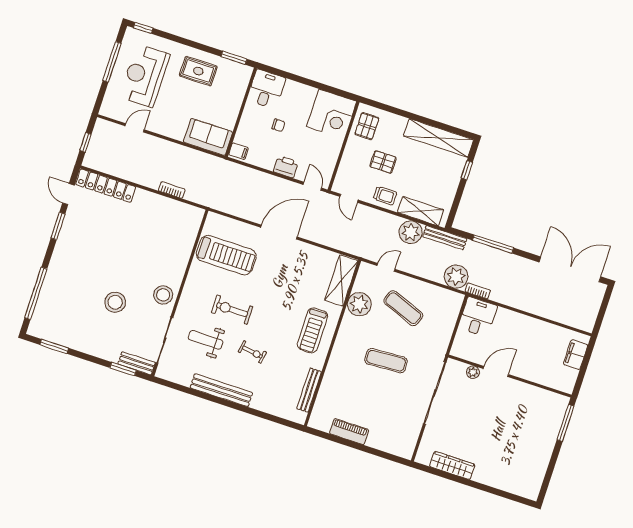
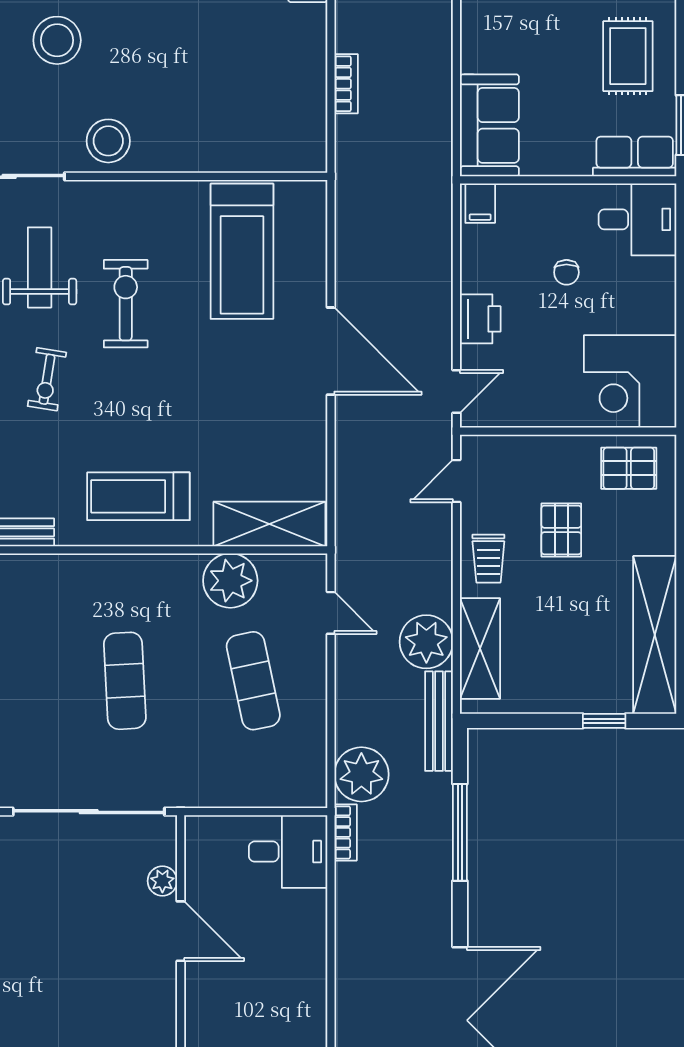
row of seats: (240, 82) -> (635, 156), added
exercise mat: (403, 308) -> (253, 681), turned -33

